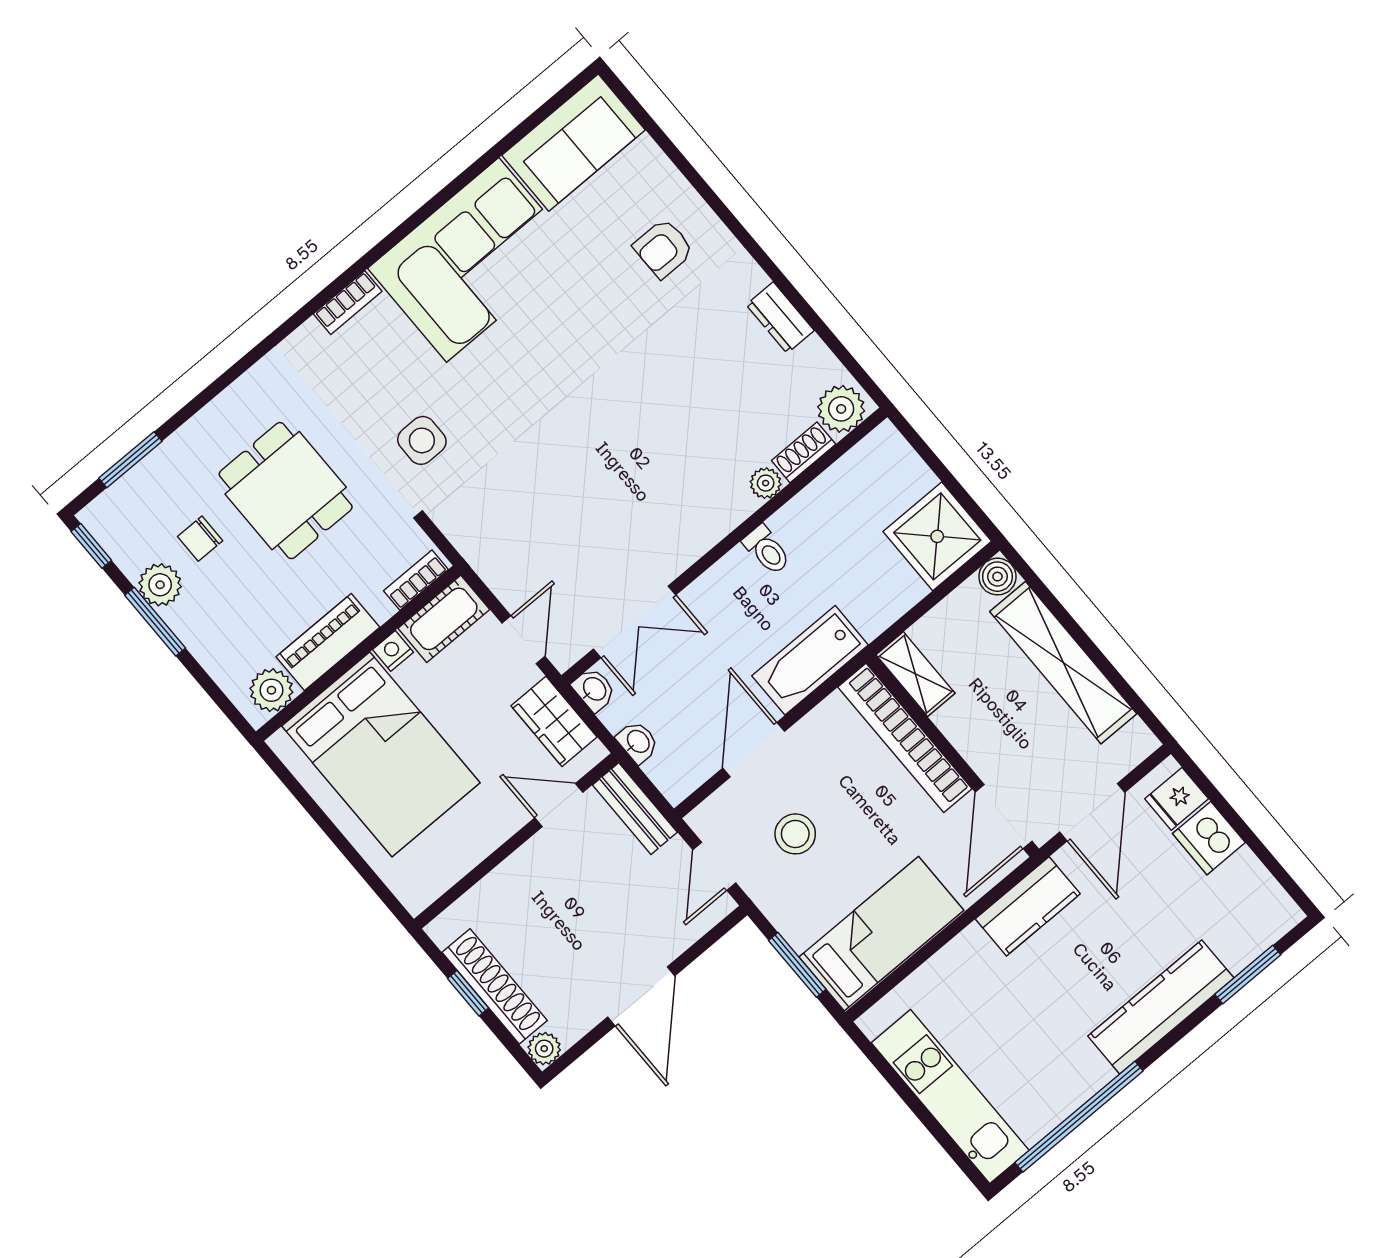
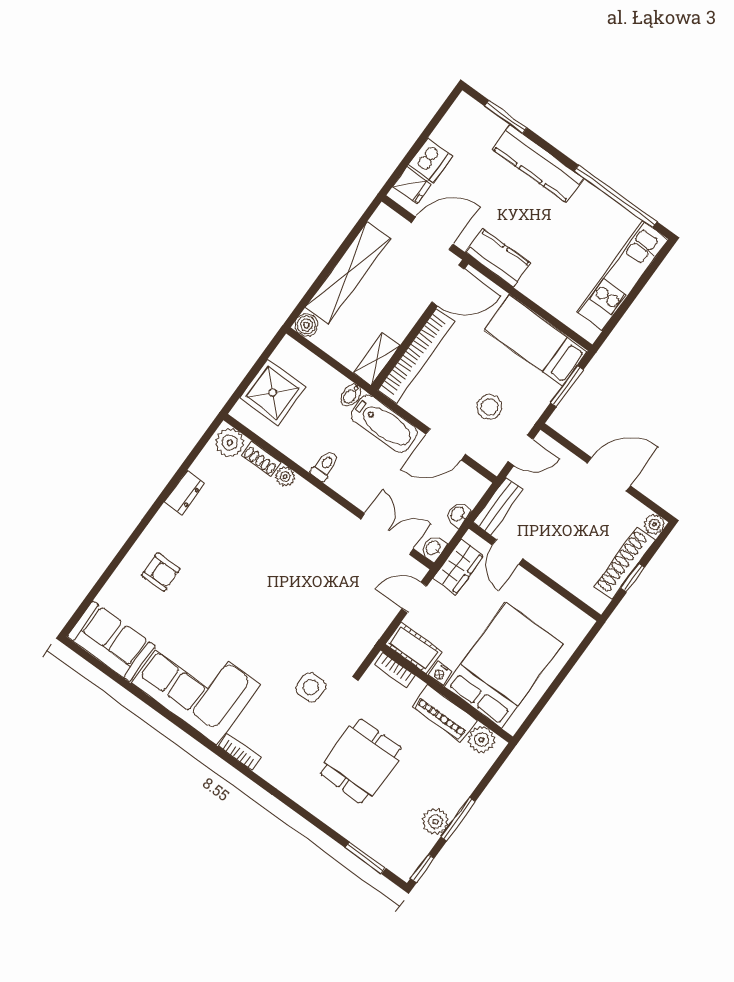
shower: (937, 536) -> (273, 392), moved
chair: (200, 539) -> (402, 805), removed
bidet: (869, 619) -> (351, 395), added

